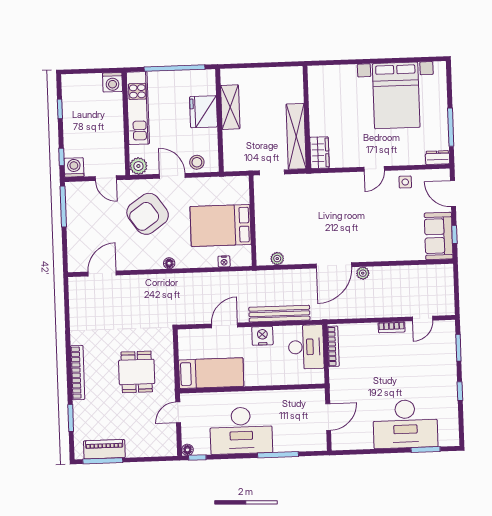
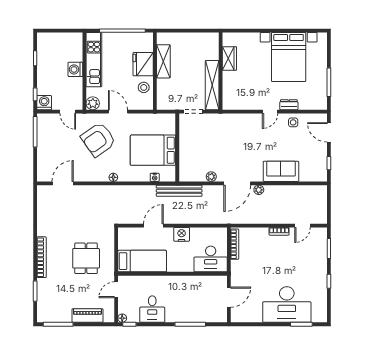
washing machine: (112, 82) -> (75, 69), moved, turned 90
wardrobe: (319, 153) -> (229, 58), moved
dresser: (437, 158) -> (289, 105), moved
stool: (197, 162) -> (144, 87), moved
sofa: (439, 236) -> (281, 171), moved, turned 90
plant: (277, 259) -> (211, 177), moved
bench: (279, 314) -> (179, 191), moved
desk: (306, 347) -> (211, 259), moved, turned 90
desk: (241, 431) -> (152, 309), width x0.53, depth x0.77
piano: (104, 449) -> (87, 316), moved

